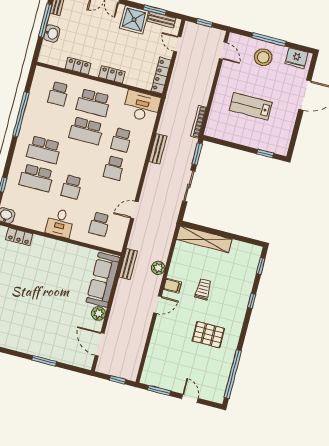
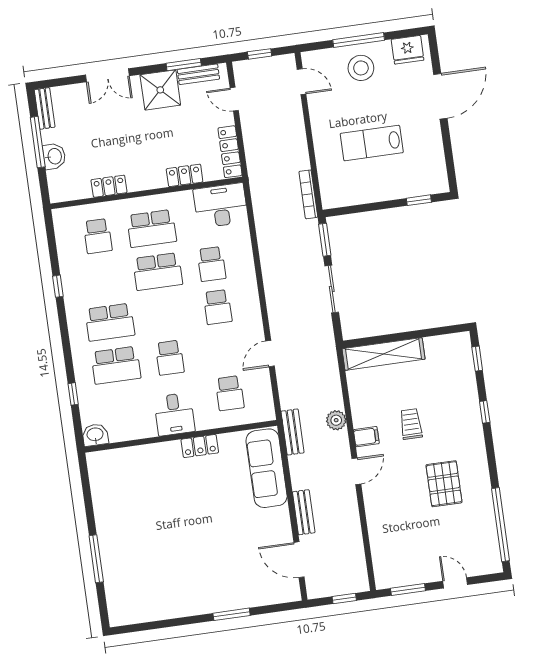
locker: (112, 74) -> (185, 175), moved
window: (21, 114) -> (58, 286), width x0.32
bench: (158, 149) -> (304, 512), moved
locker: (19, 237) -> (200, 446), moved
plant: (99, 313) -> (280, 517), removed
pallet: (208, 335) -> (444, 484), turned 90

